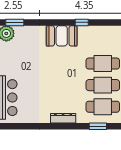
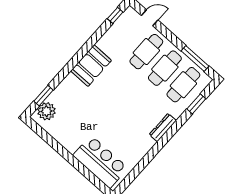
window: (82, 22) -> (115, 15), moved

